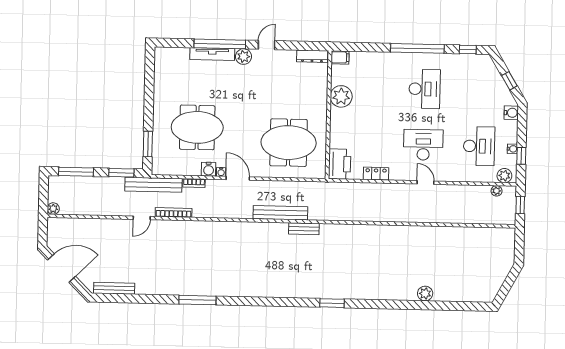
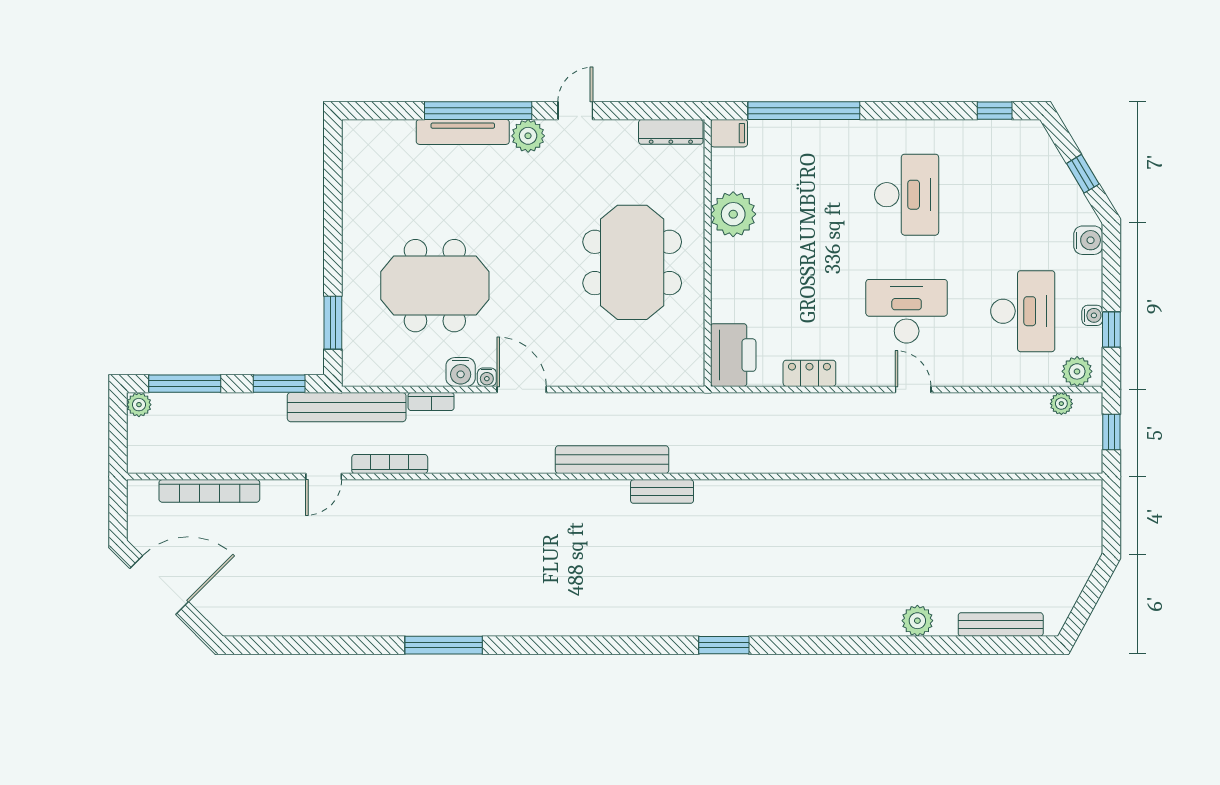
window: (417, 48) -> (804, 111), moved
meeting table: (289, 143) -> (632, 262), moved, turned 90
plant: (53, 209) -> (139, 405), moved
bookcase: (87, 223) -> (209, 491), added
bench: (114, 288) -> (1001, 624), moved

